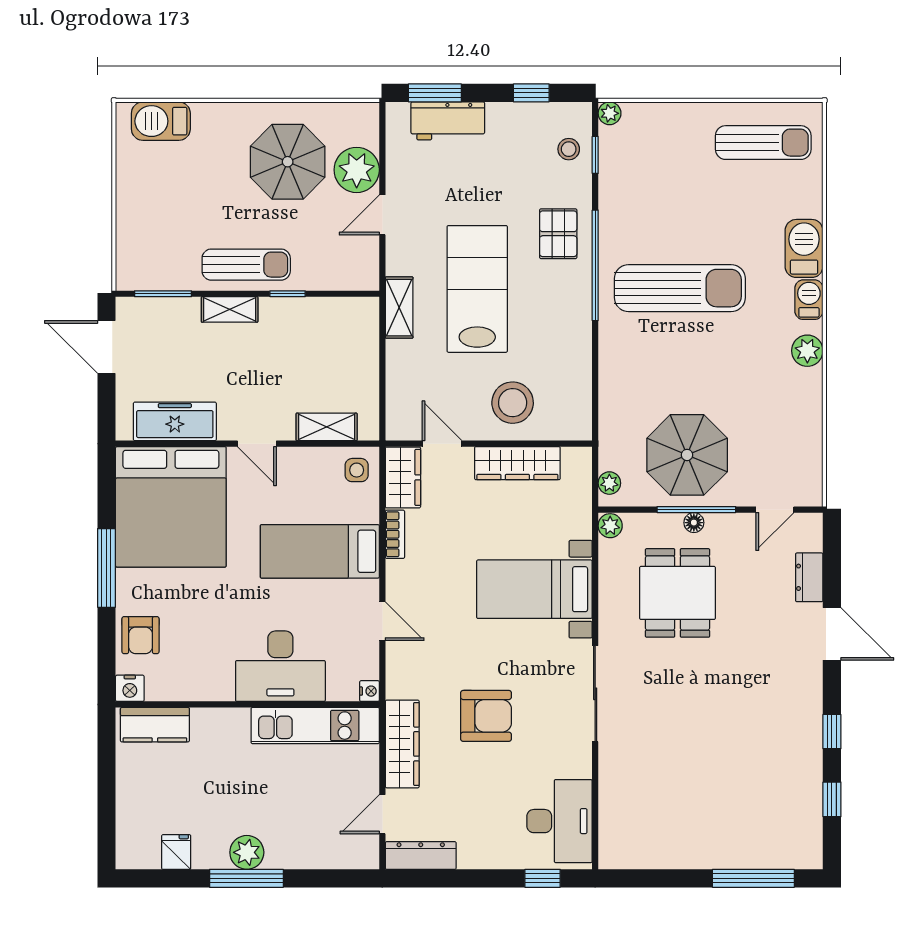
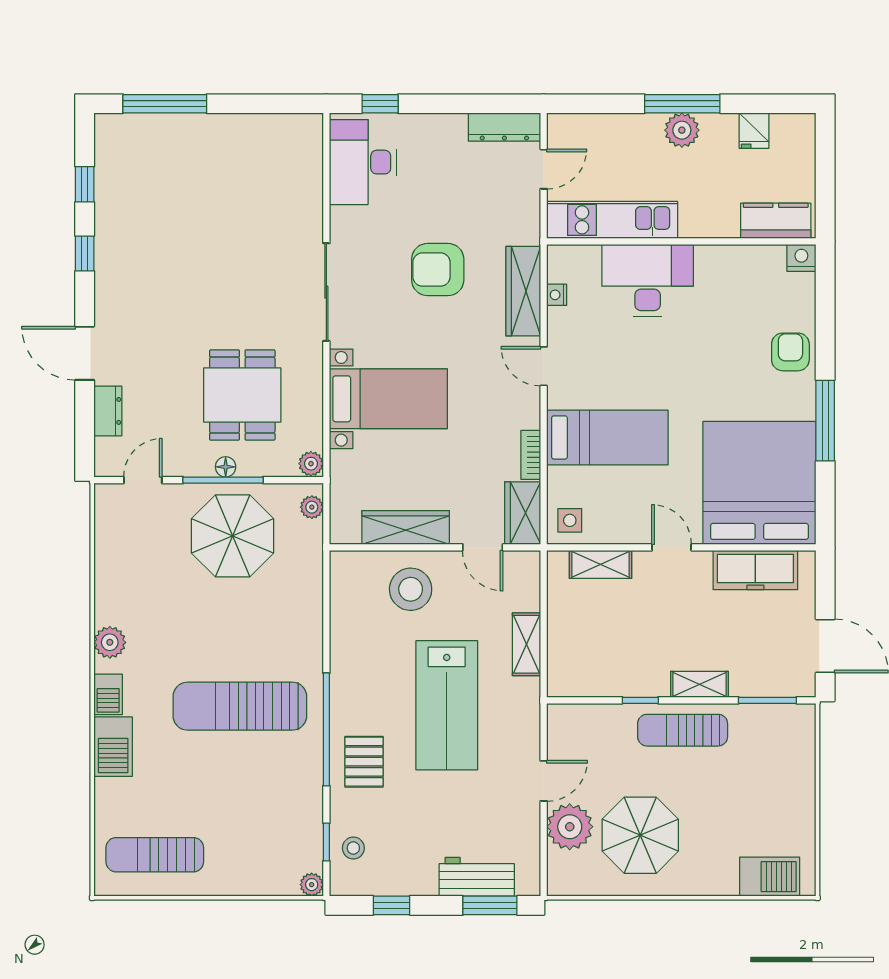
shelving: (399, 308) -> (526, 644), moved
desk: (280, 666) -> (648, 280), moved
nightstand: (130, 688) -> (801, 258), moved
wall: (247, 704) -> (681, 241), moved
kitchen counter: (155, 725) -> (776, 221), moved
kitchen unit: (315, 726) -> (612, 220), moved
wardrobe: (402, 744) -> (523, 291), moved

